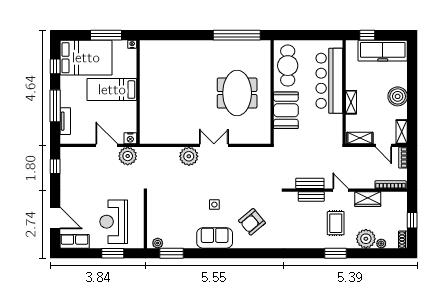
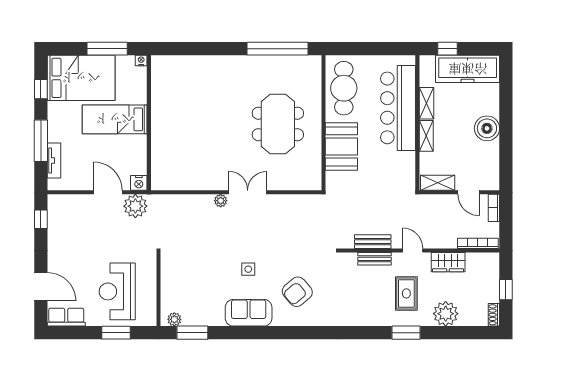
shelving: (402, 132) -> (426, 103), moved
plant: (189, 156) -> (221, 201), width x0.53, depth x0.53
plant: (381, 244) -> (466, 320), removed

